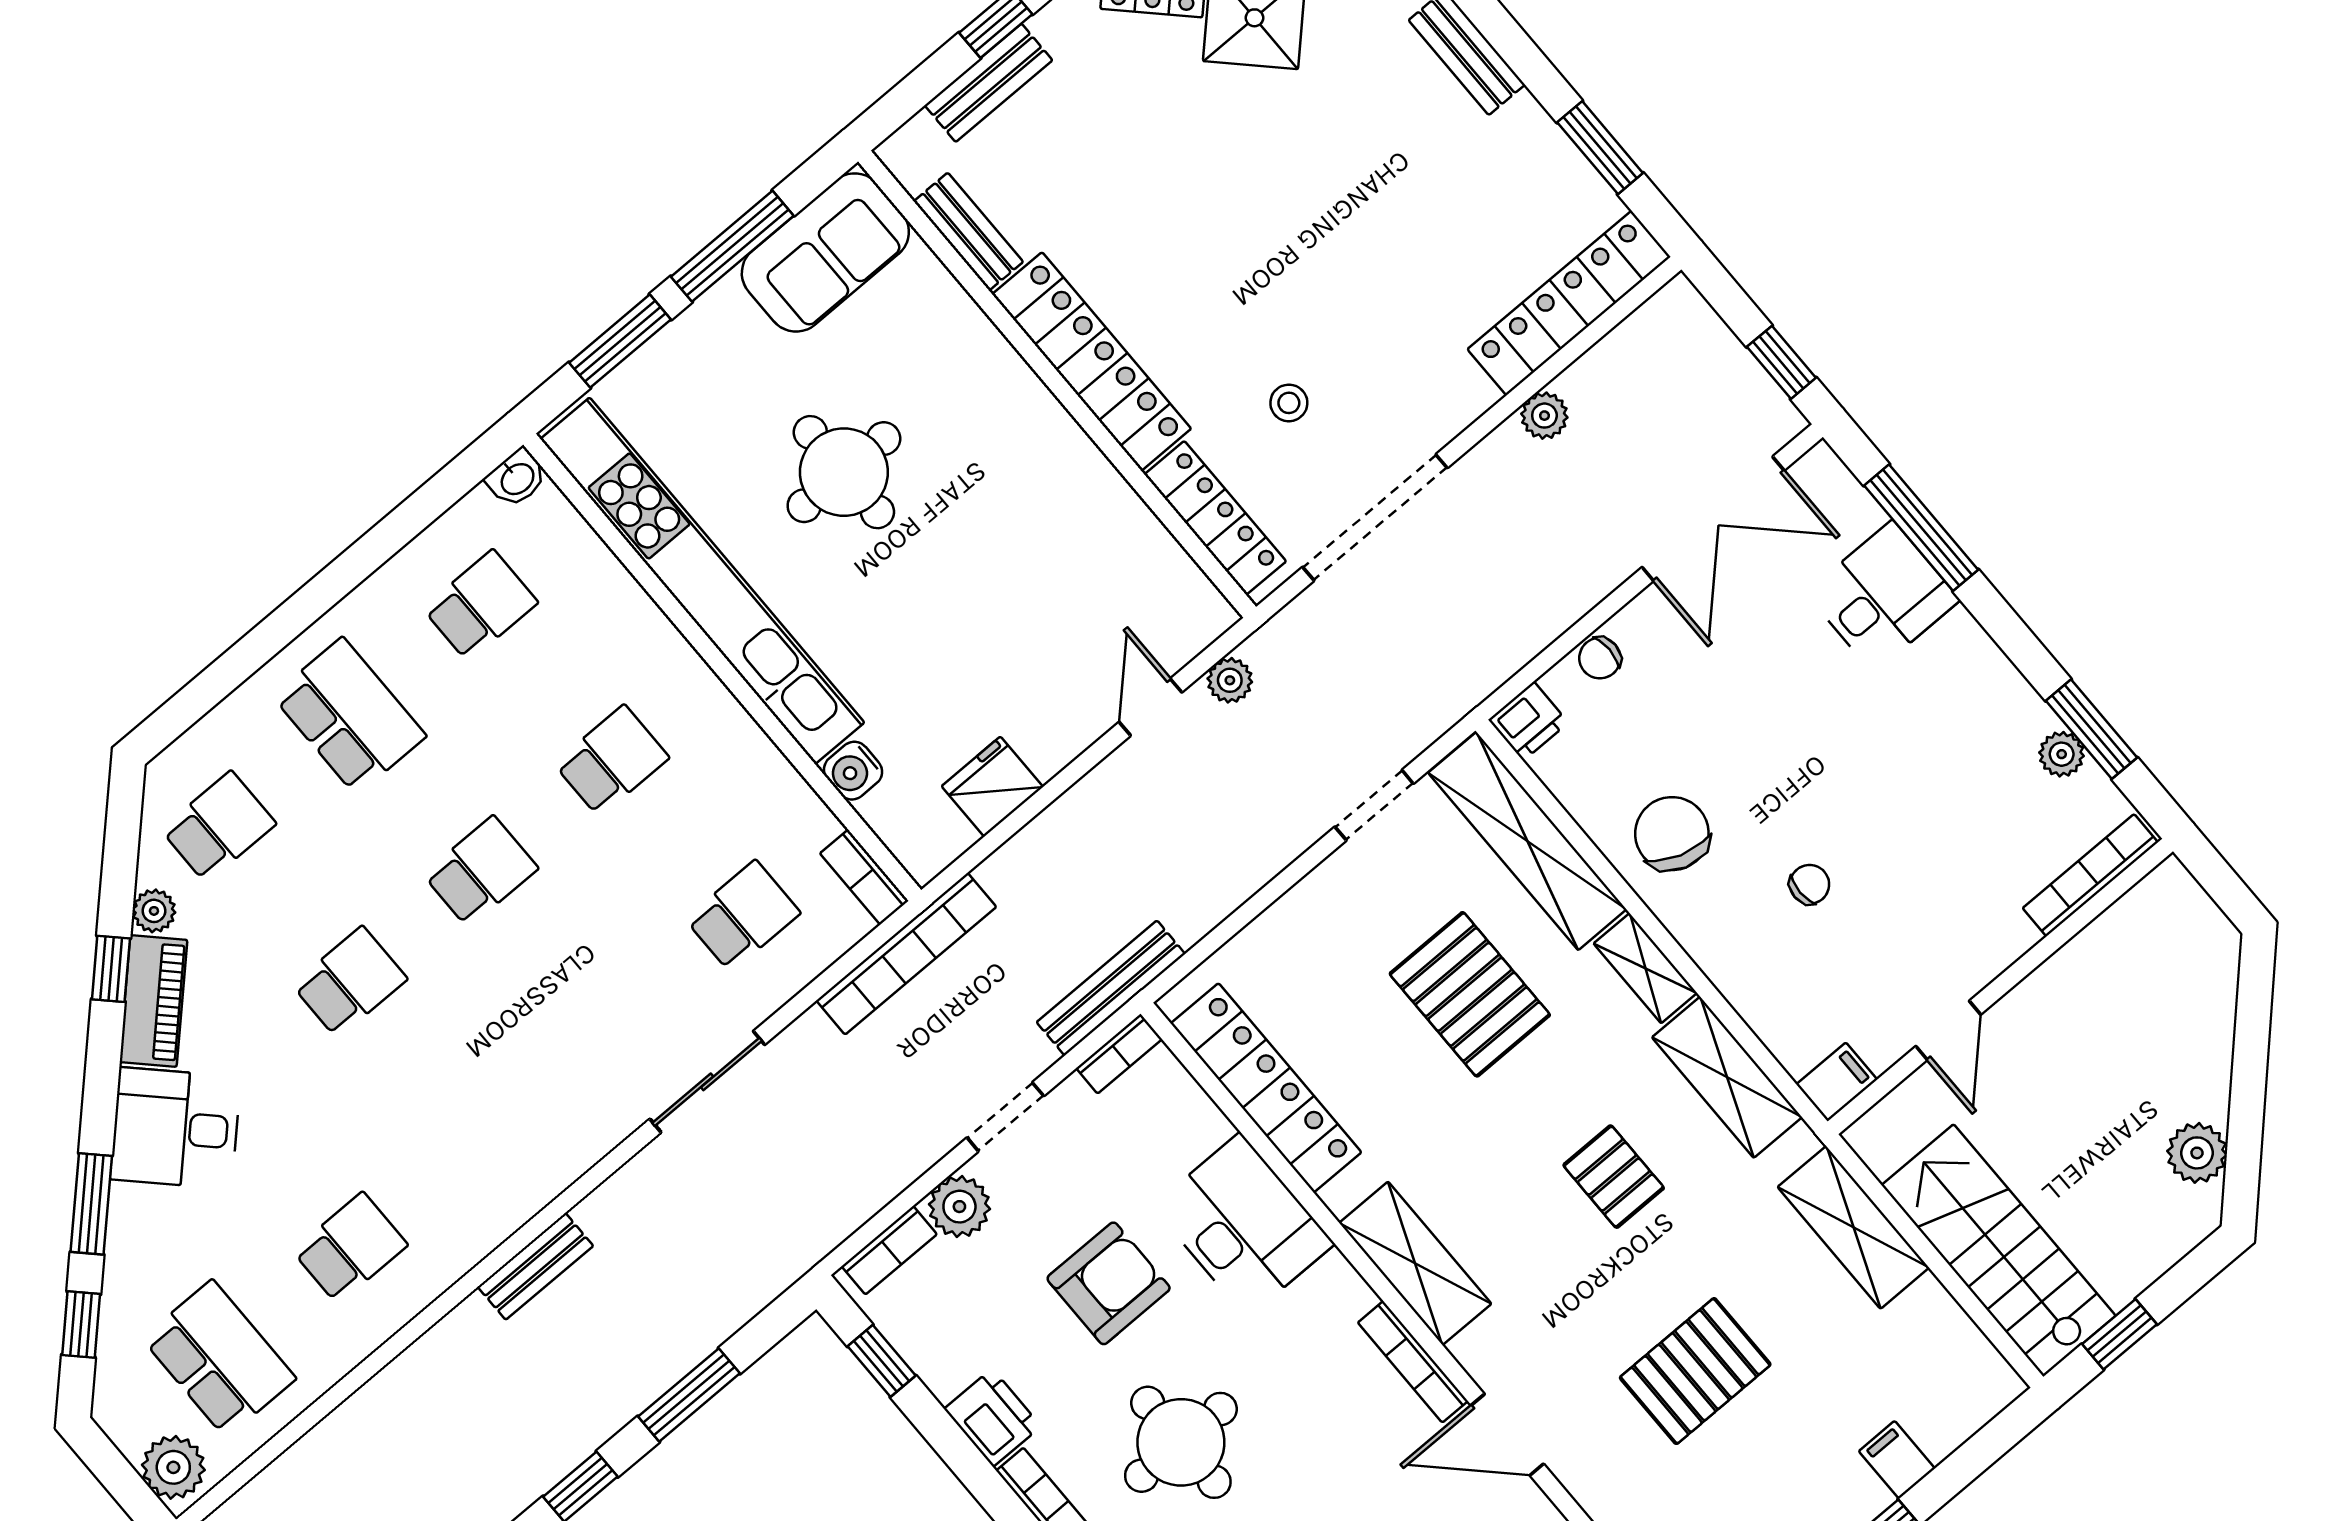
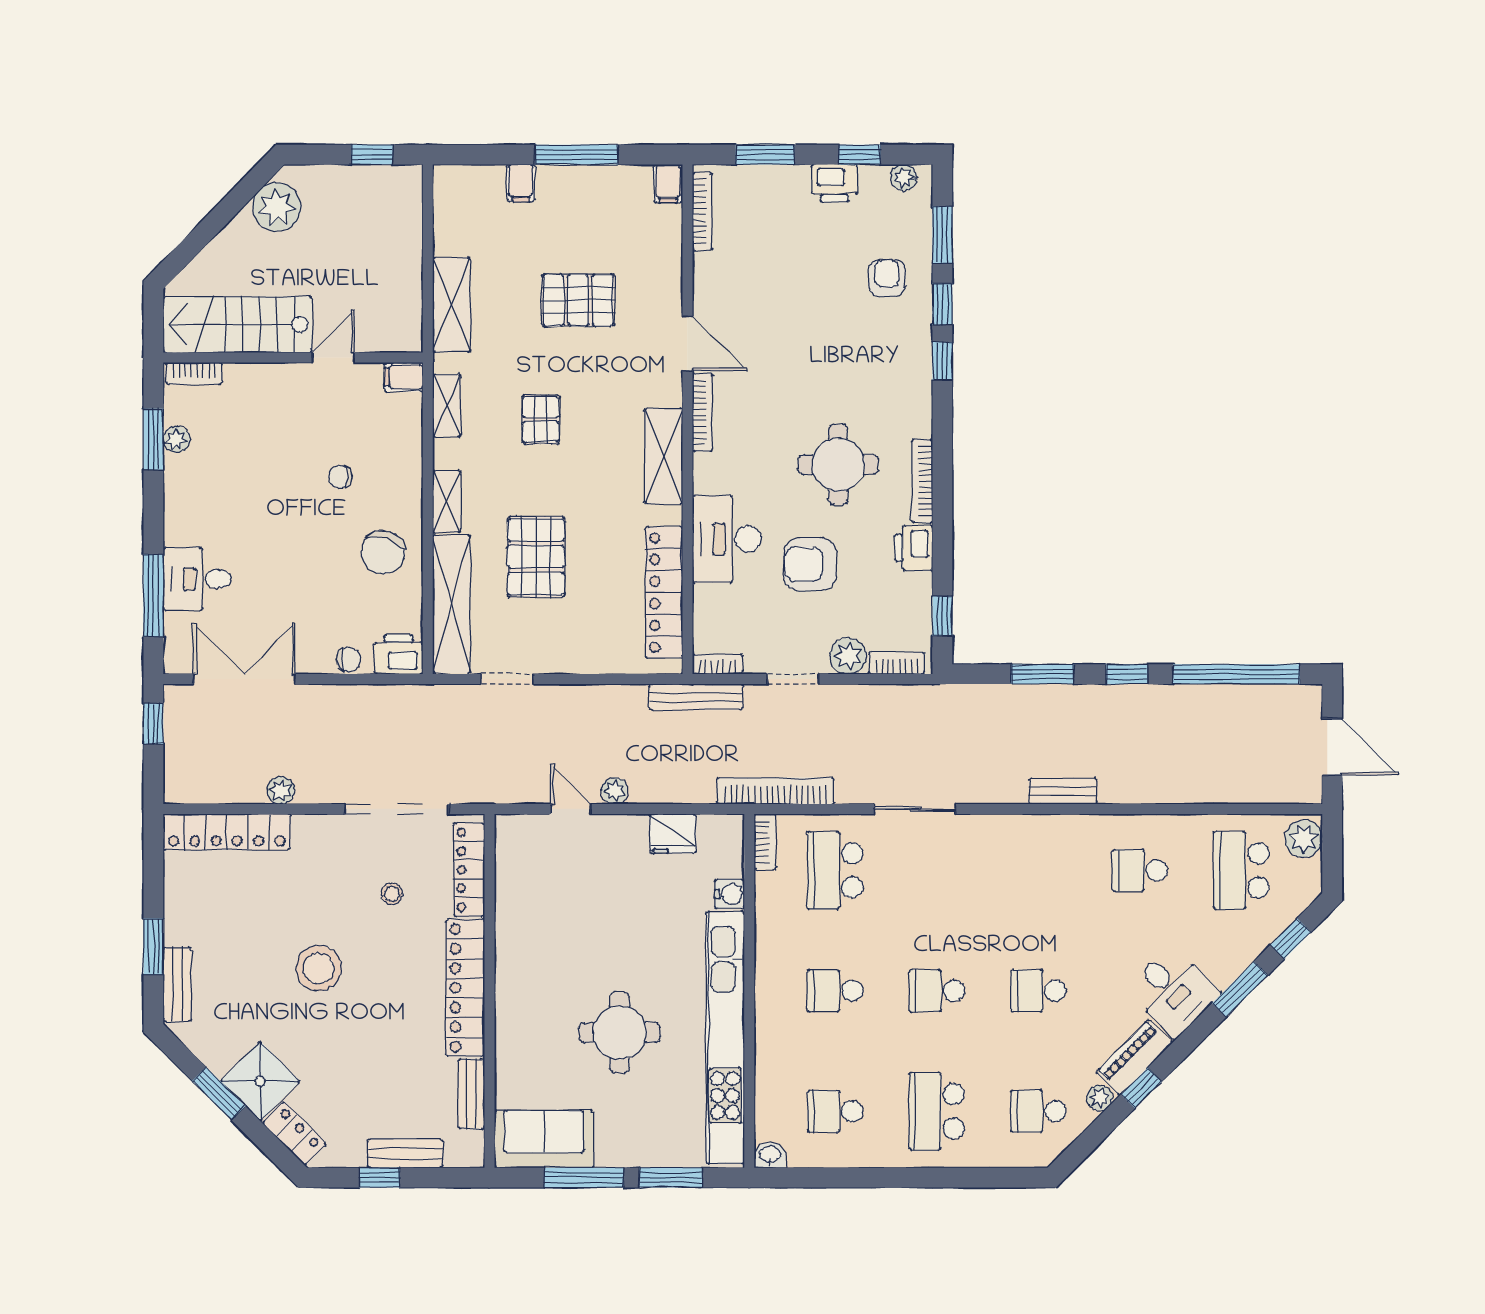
window: (1600, 148) -> (153, 946), moved
stool: (1302, 227) -> (319, 968), added
plant: (1230, 680) -> (615, 791), moved
door: (1151, 707) -> (571, 809), swing flipped
printer: (1528, 721) -> (399, 654), width x1.36, depth x1.24
bookcase: (2090, 875) -> (194, 374), width x0.64
school desk: (743, 916) -> (835, 870), width x1.85
shelving: (1727, 1077) -> (447, 405), width x0.67, depth x0.75
plant: (2197, 1153) -> (277, 207), width x1.36, depth x1.36
stairs: (1998, 1250) -> (237, 325), moved, turned 90

